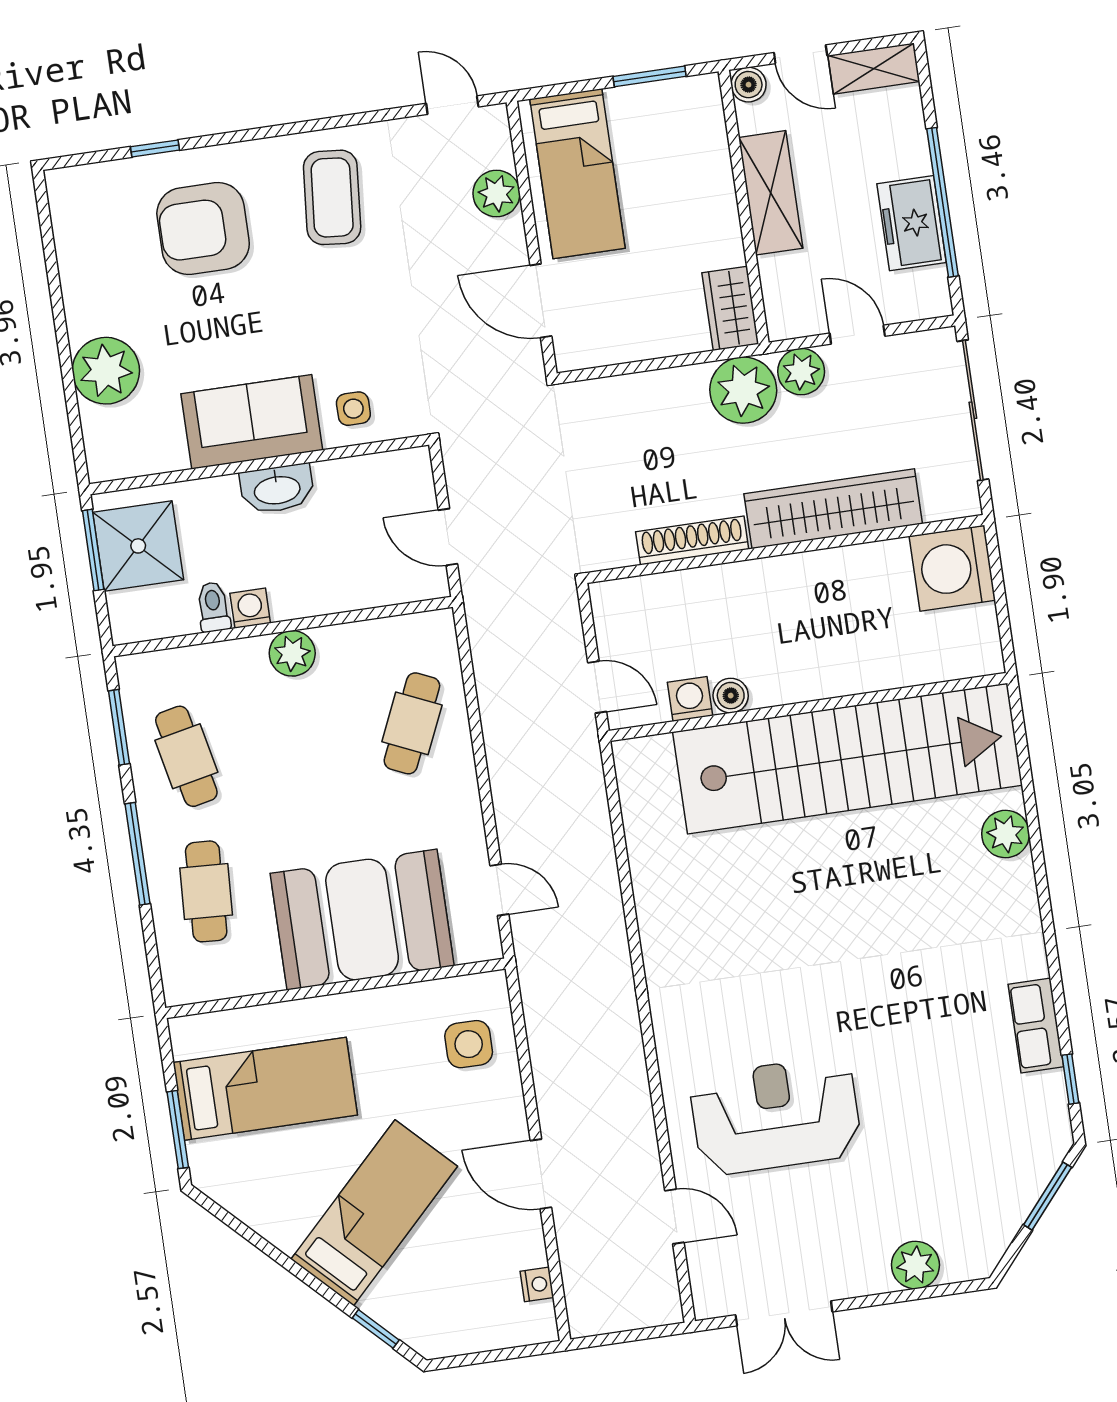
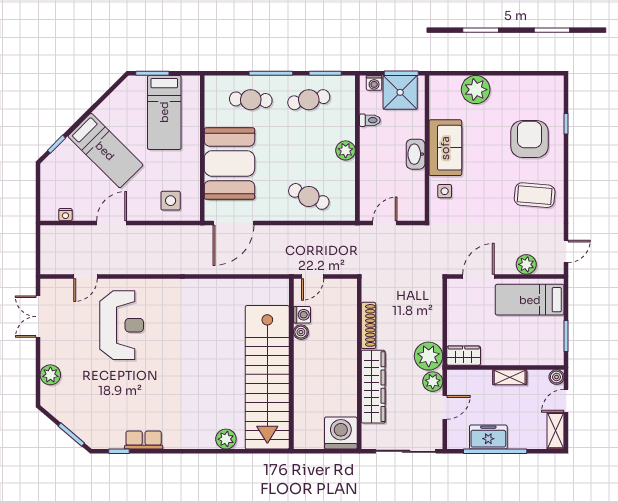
shelving: (771, 193) -> (510, 377), width x0.67, depth x0.75
washing machine: (250, 608) -> (374, 83), moved, turned 90
door: (499, 890) -> (233, 223), width x1.88

